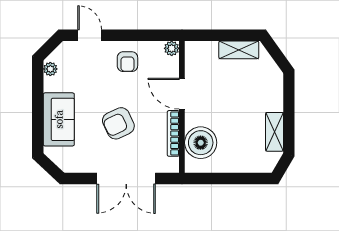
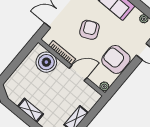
armchair: (127, 62) -> (116, 59), width x1.88, depth x1.88
shelving: (275, 132) -> (31, 110), moved

